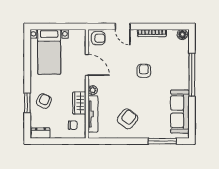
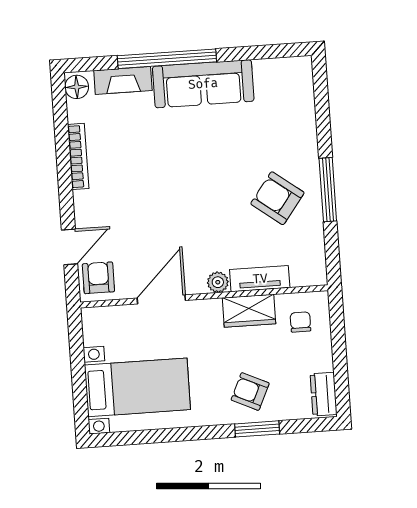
door: (123, 26) -> (70, 247), moved
fireplace: (184, 55) -> (123, 80), added
armchair: (144, 71) -> (166, 169), removed
sofa: (180, 112) -> (203, 84), moved
tv unit: (93, 114) -> (260, 279), width x0.71
window: (162, 141) -> (328, 190), moved

